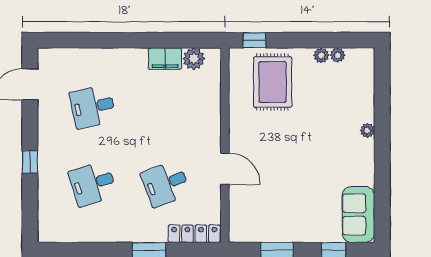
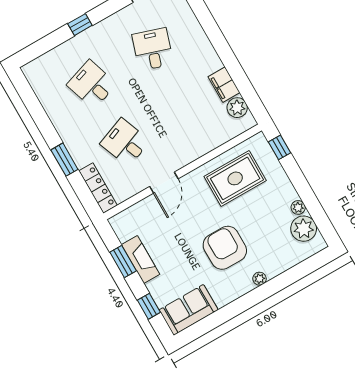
plant: (338, 55) -> (304, 229), width x1.88, depth x1.88
rug: (273, 82) -> (235, 178), moved
desk: (93, 107) -> (153, 49), turned 30
armchair: (319, 146) -> (225, 248), added
fireplace: (285, 232) -> (141, 259), added

